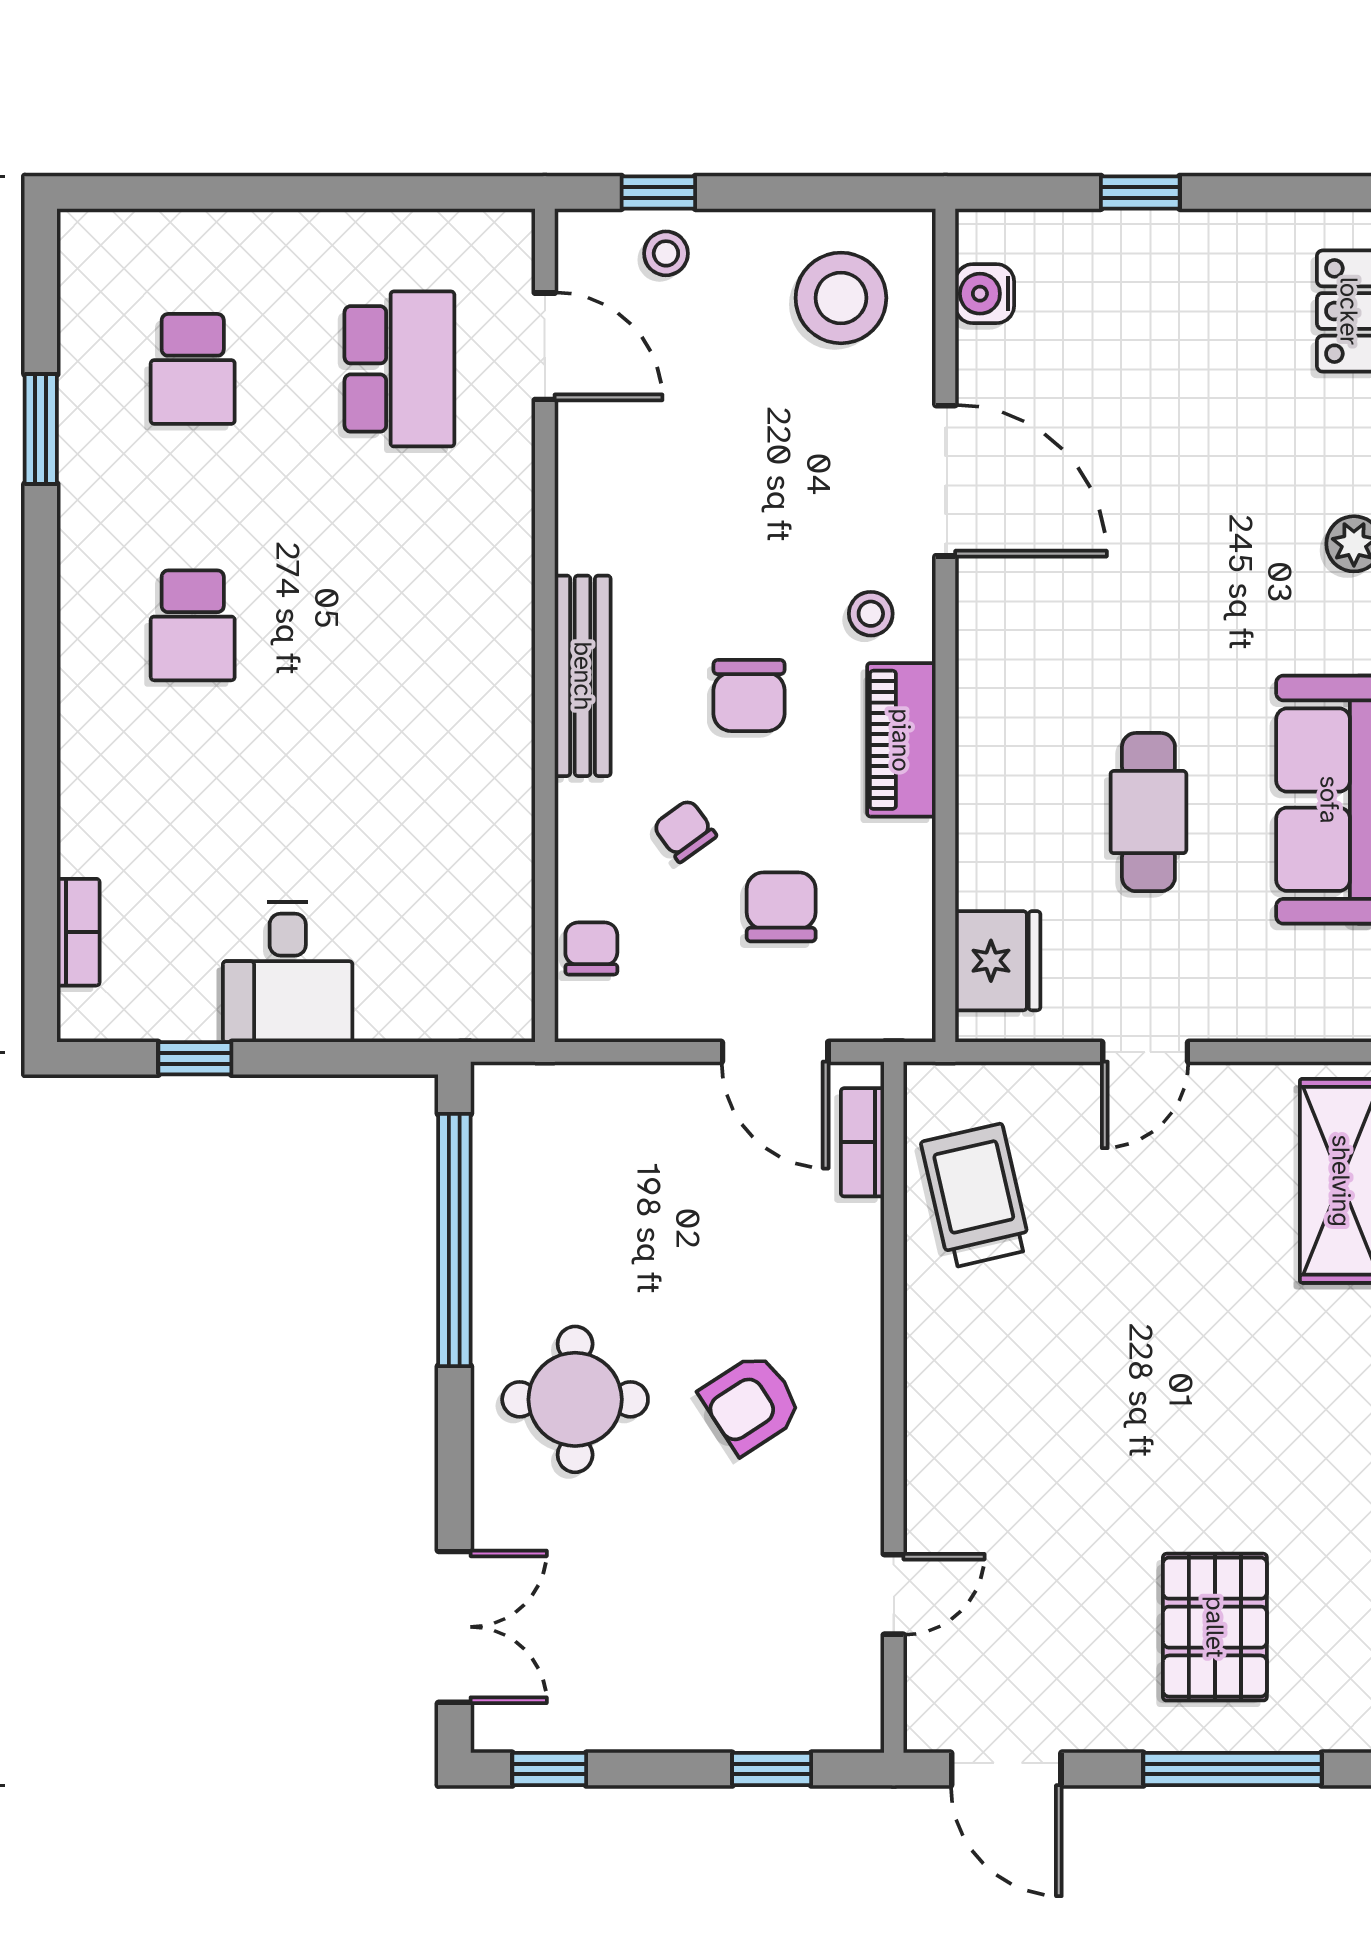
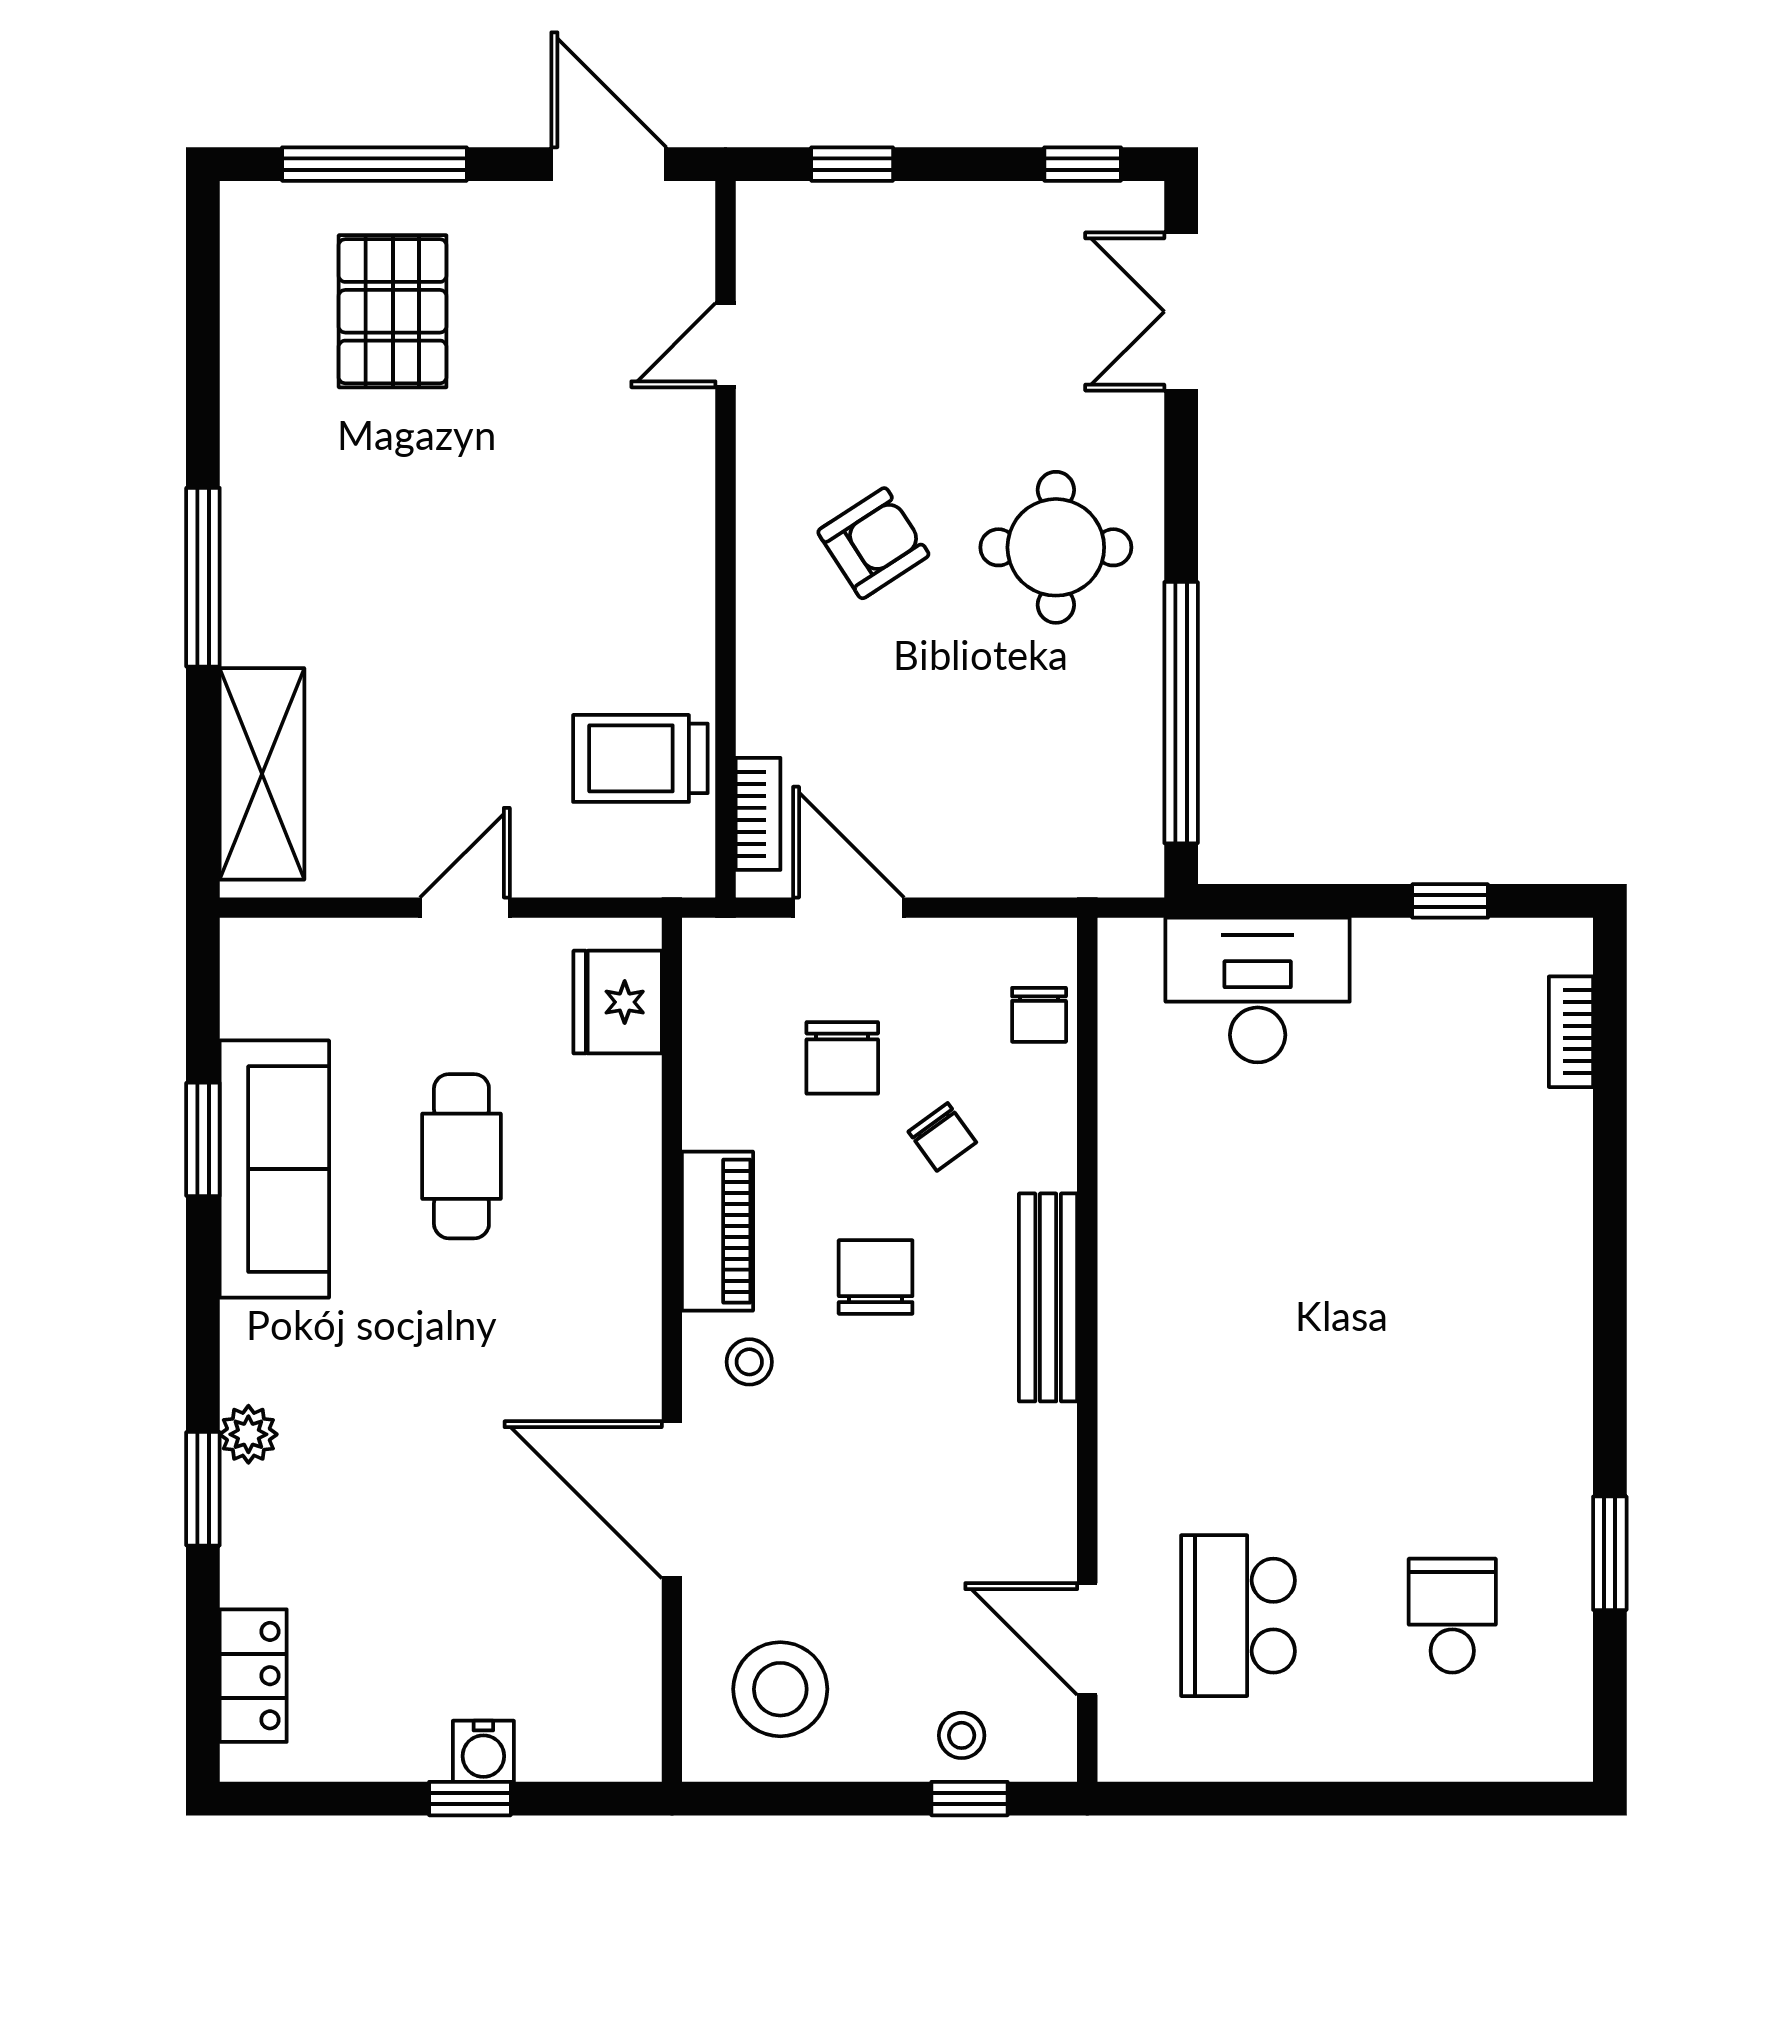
water cooler: (985, 294) -> (483, 1751), moved, turned 90
school desk: (193, 625) -> (1452, 1350), removed
desk: (288, 972) -> (1258, 990), moved, width x1.37
trolley: (976, 1196) -> (640, 758), turned 103

